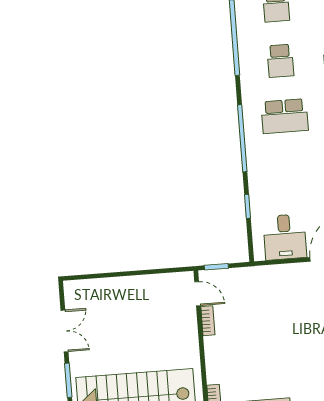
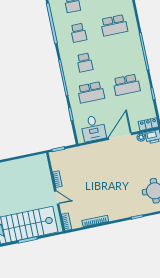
school desk: (285, 116) -> (85, 63), width x0.54
school desk: (289, 171) -> (91, 92), added
door: (198, 294) -> (57, 197), moved

